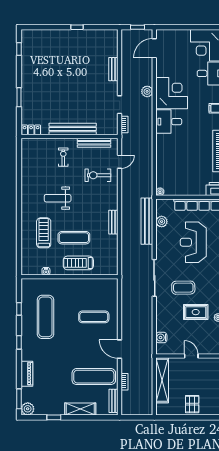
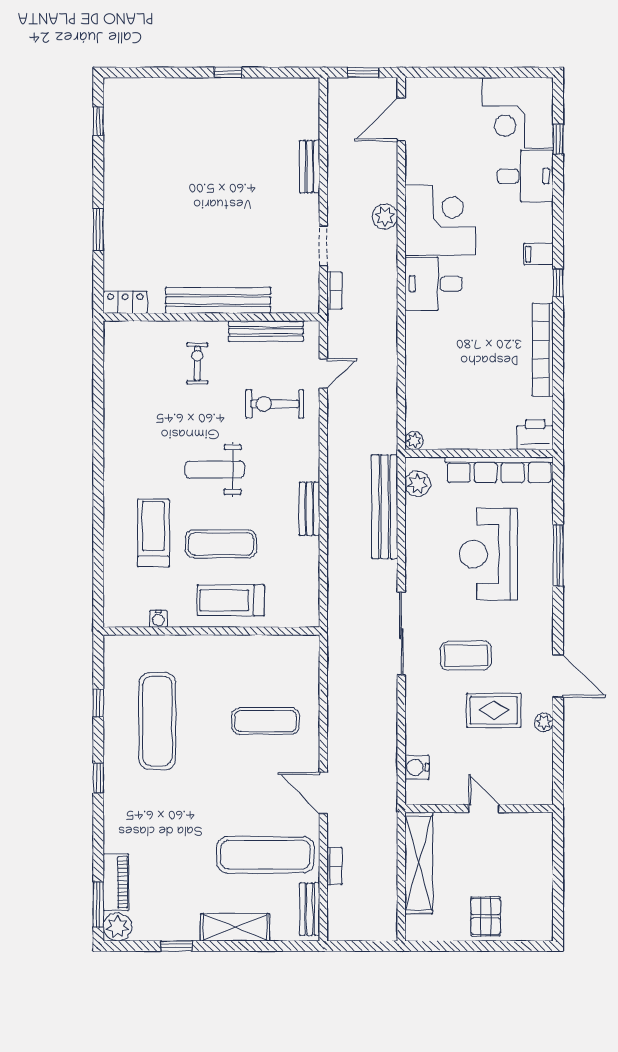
weight bench: (58, 198) -> (215, 469), moved
plant: (162, 222) -> (418, 484), moved
piano: (27, 374) -> (116, 882), moved

